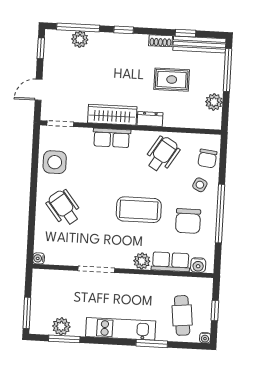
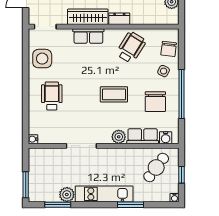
wheelchair: (64, 208) -> (52, 96), turned 38
coffee table: (139, 210) -> (114, 94), width x0.73, depth x0.76
cafe table: (182, 315) -> (156, 167), moved, turned 43
plant: (61, 326) -> (67, 195), moved

